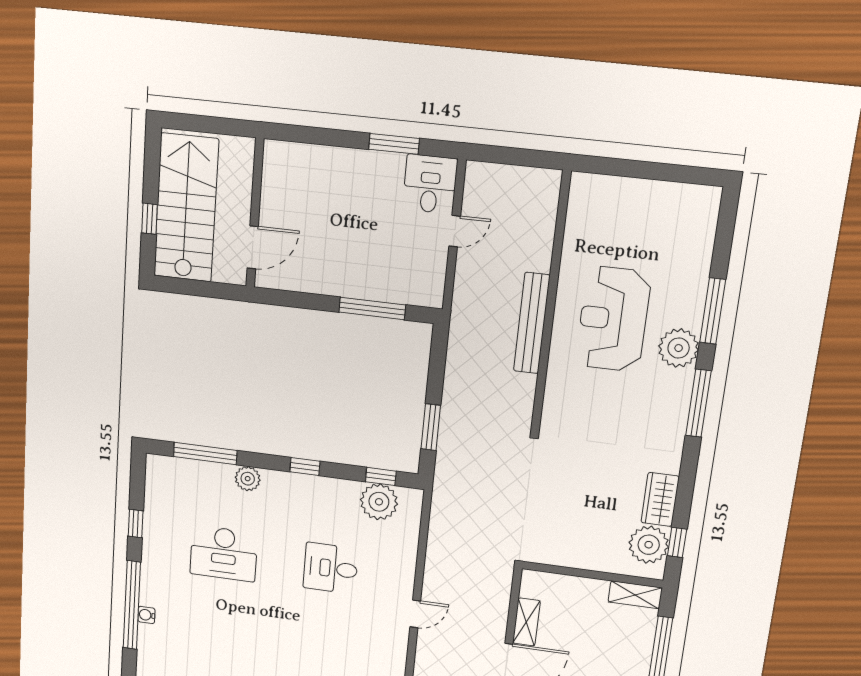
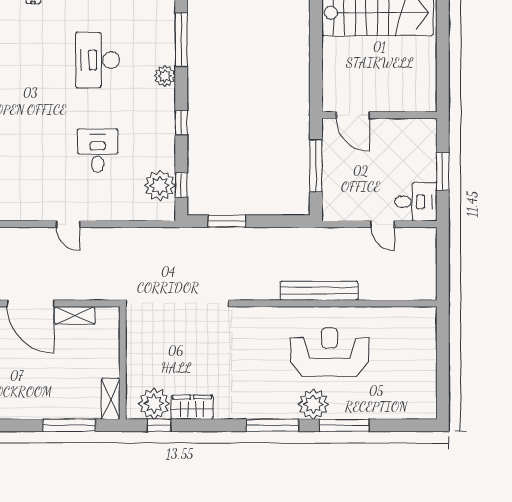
wall: (255, 213) -> (379, 115), moved
door: (253, 247) -> (353, 115), moved

